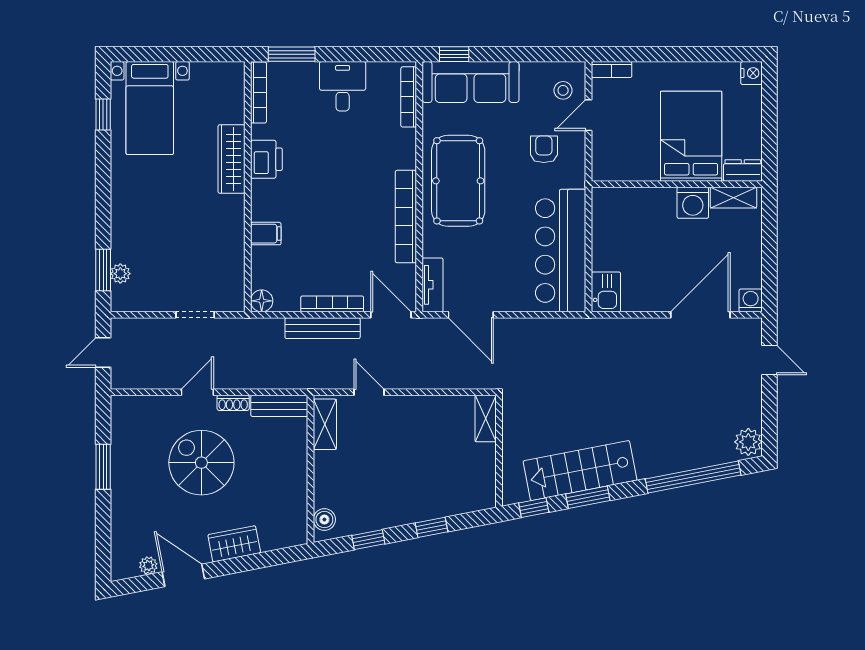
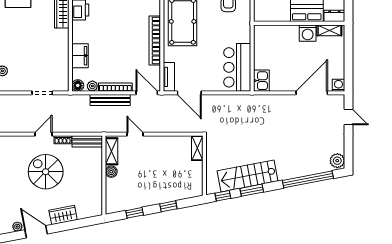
filing cabinet: (266, 234) -> (80, 56), width x2.00
bar counter: (561, 251) -> (237, 67), width x0.73
plant: (289, 302) -> (92, 86), added
boiler: (324, 520) -> (111, 172), moved

